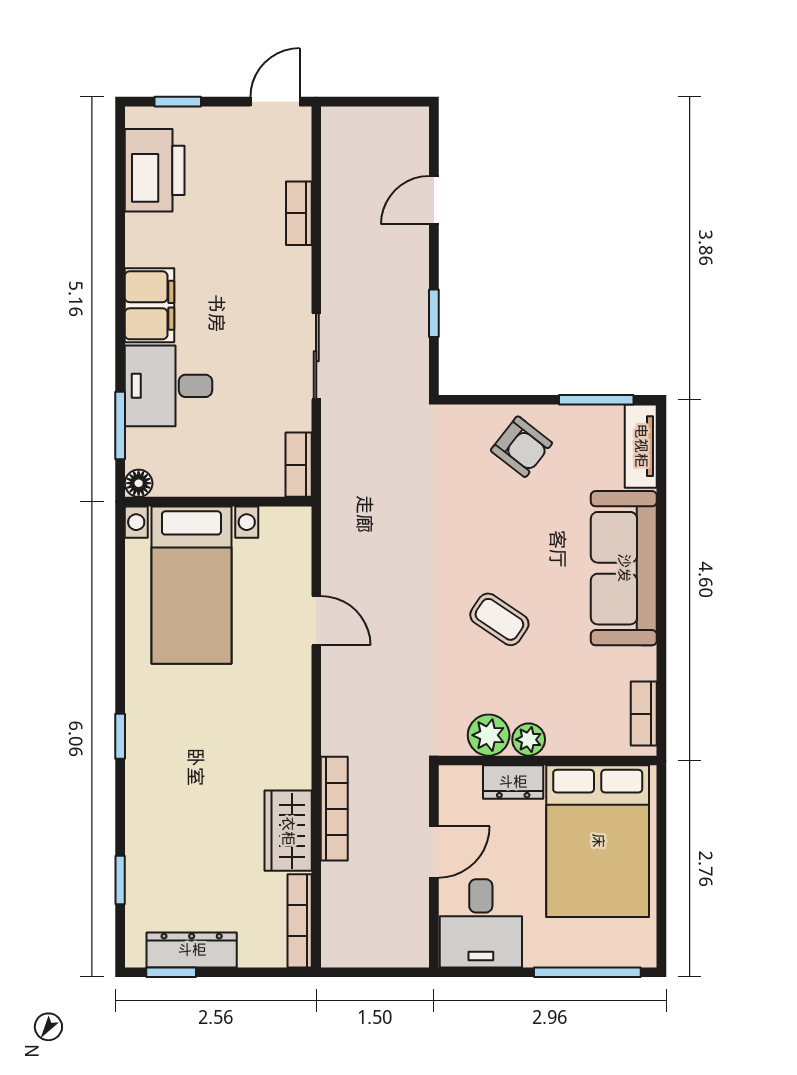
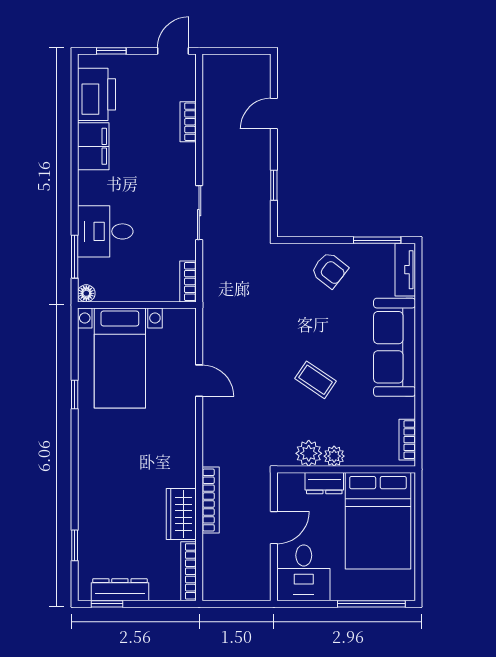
filing cabinet: (150, 305) -> (93, 146), moved
window: (120, 736) -> (75, 395), moved

